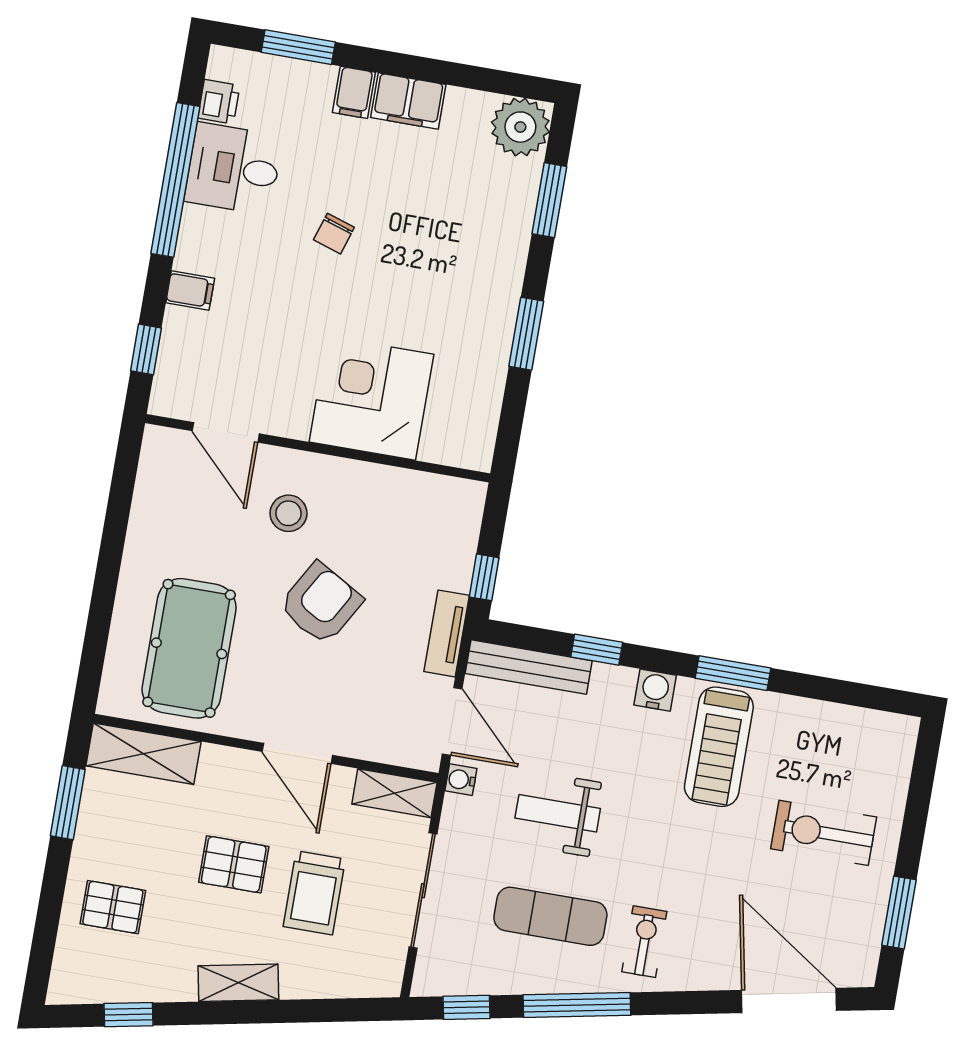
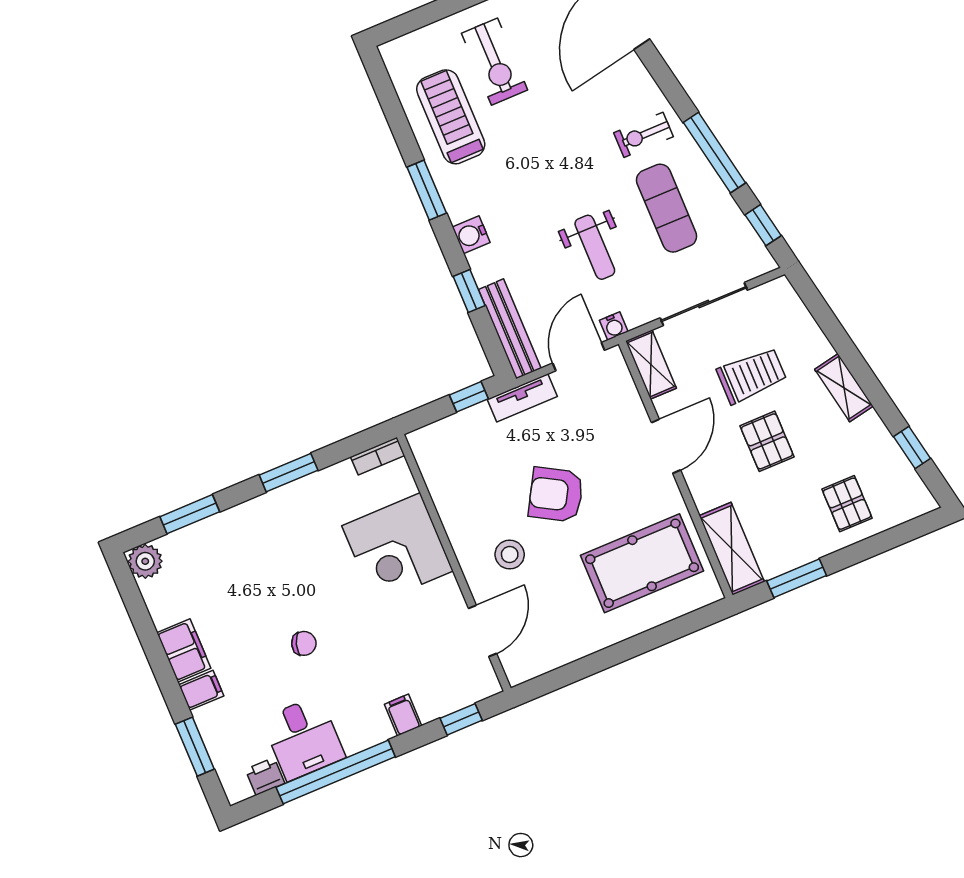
plant: (520, 127) -> (145, 561), width x0.73, depth x0.73
bookcase: (483, 440) -> (378, 456), added
treadmill: (719, 747) -> (451, 117), moved, turned -90

